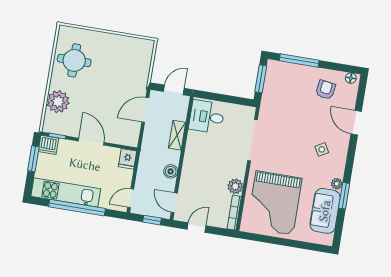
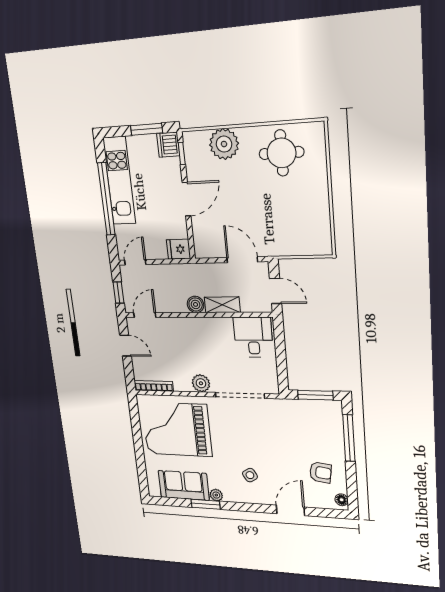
boiler: (171, 171) -> (196, 304), moved
plant: (235, 186) -> (201, 383), moved
door: (131, 198) -> (135, 262), hinge flipped

